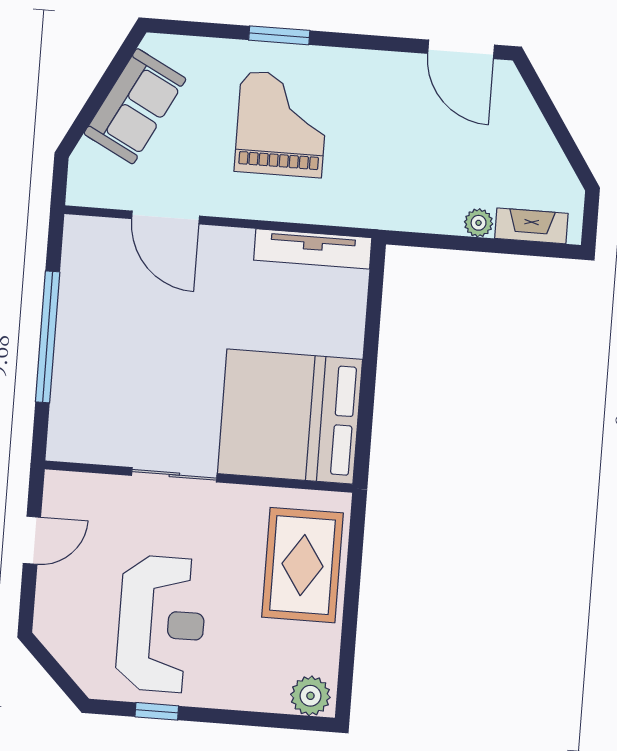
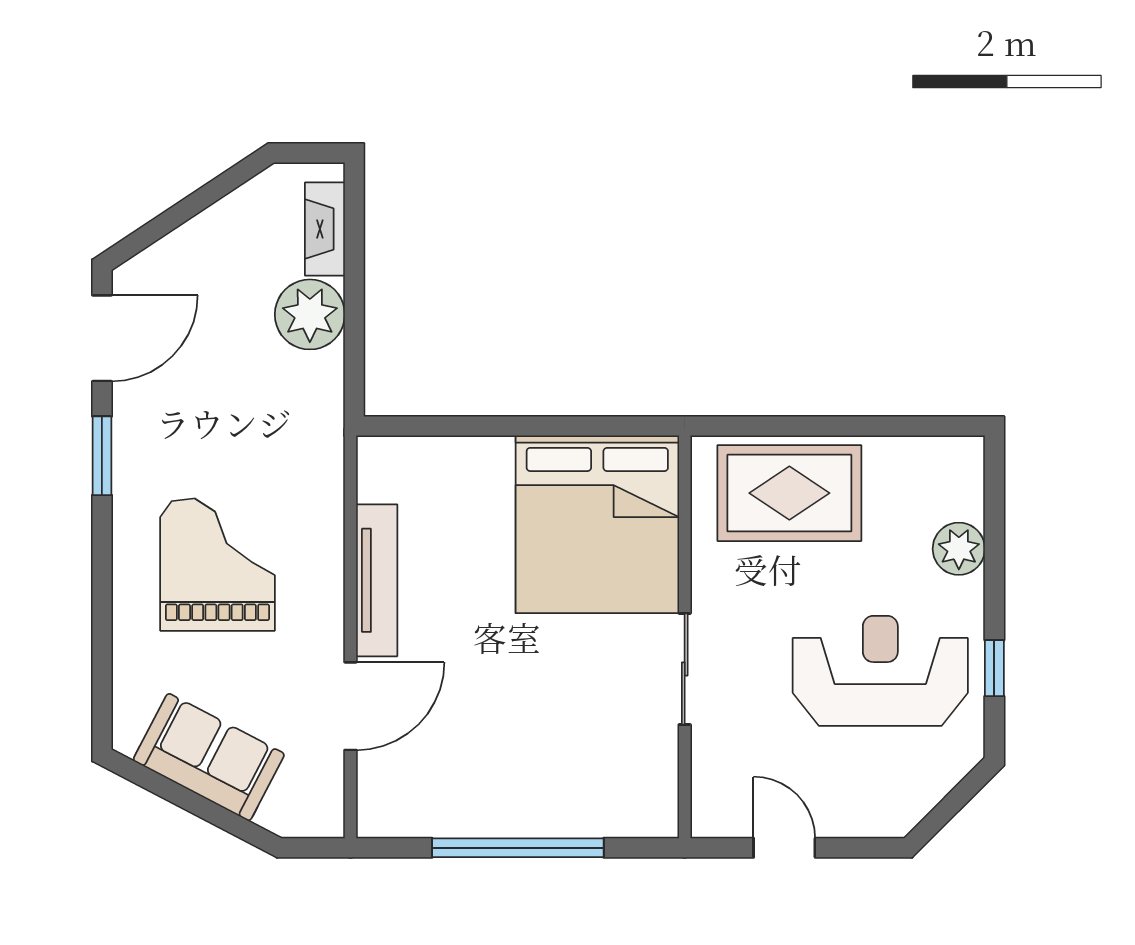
window: (279, 35) -> (102, 456), moved
grand piano: (281, 124) -> (217, 565), turned 90
plant: (479, 223) -> (310, 314), width x1.87, depth x1.87
tv unit: (313, 249) -> (377, 580), moved
plant: (310, 696) -> (959, 549), moved

